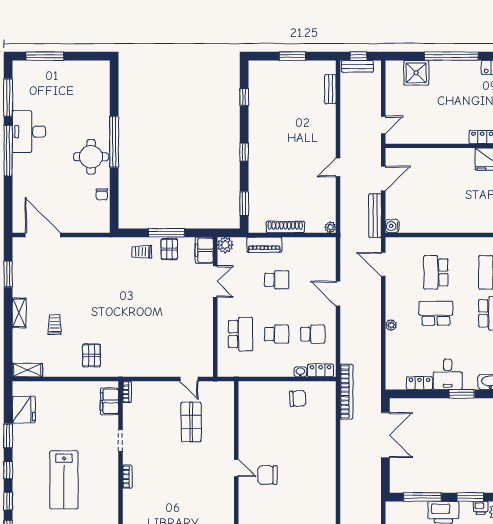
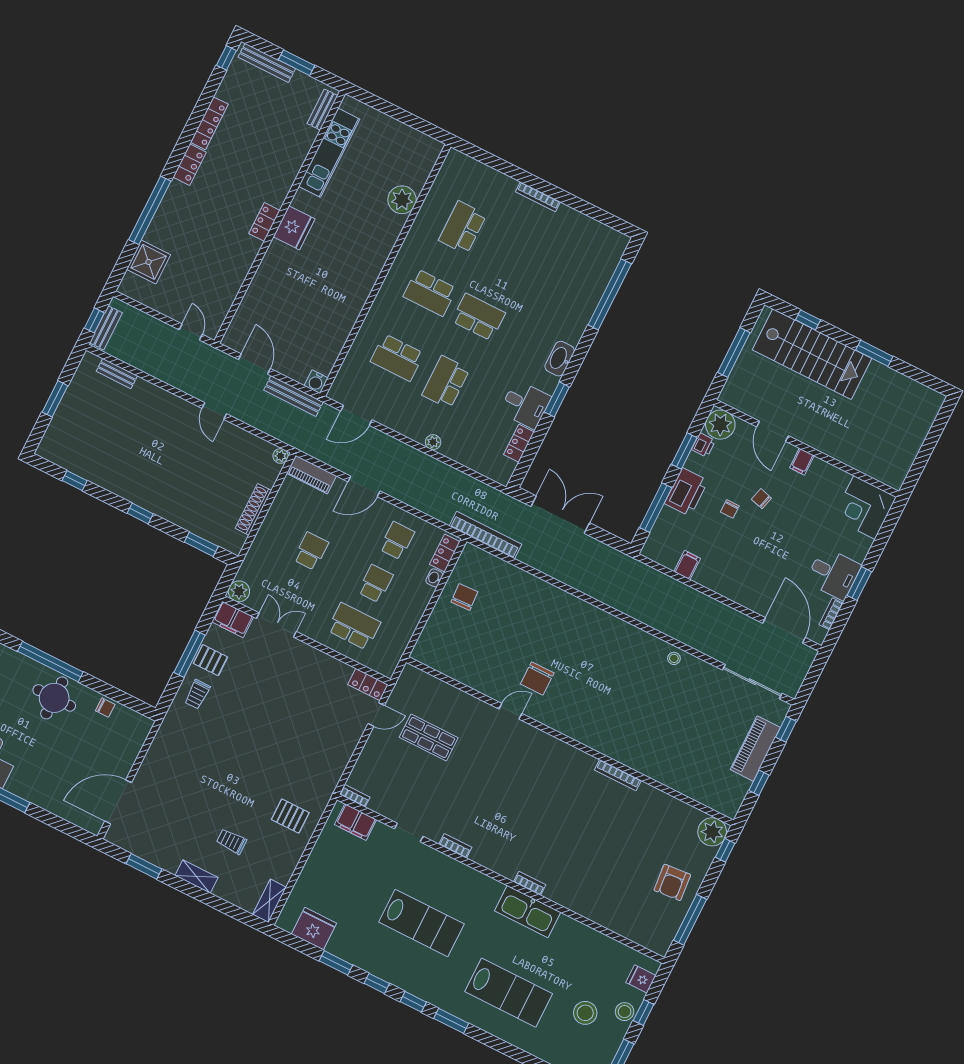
piano: (264, 245) -> (311, 475), moved, turned 90
locker: (206, 363) -> (368, 685), added

